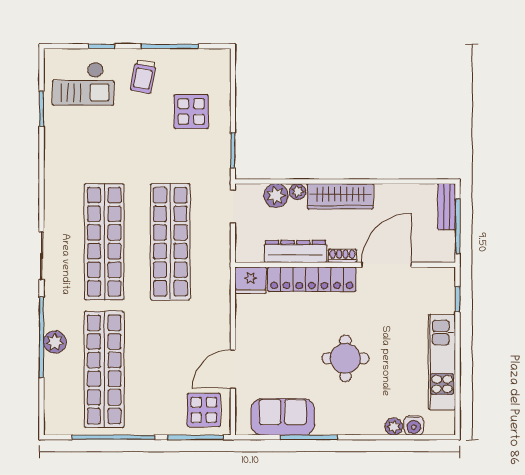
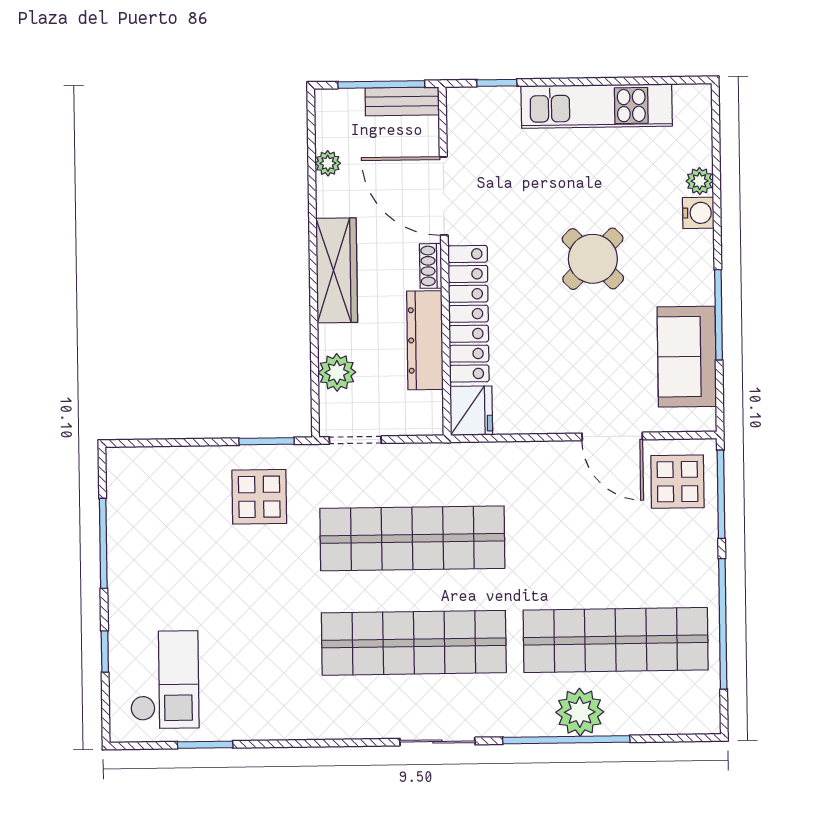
trolley: (143, 76) -> (151, 585), removed
display table: (191, 112) -> (259, 497), moved
plant: (298, 192) -> (328, 163), moved
bench: (447, 207) -> (402, 101), moved
plant: (55, 342) -> (580, 712), width x1.36, depth x1.36
round table: (345, 358) -> (593, 259), turned 45
water cooler: (414, 425) -> (698, 213), moved

